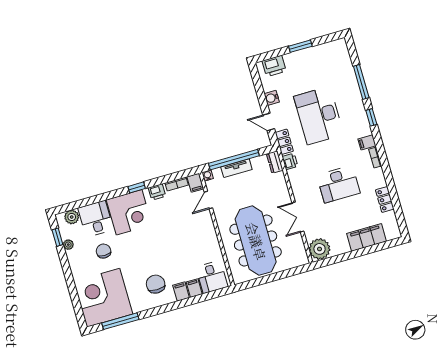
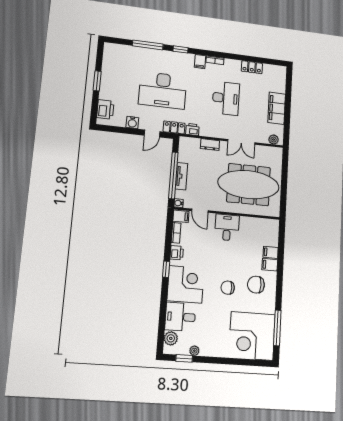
dresser: (275, 162) -> (210, 145), moved
filing cabinet: (367, 237) -> (277, 108), moved
plant: (320, 249) -> (274, 140), width x0.53, depth x0.53
chair: (104, 251) -> (228, 288), moved
desk: (212, 277) -> (227, 227), moved, turned -90

